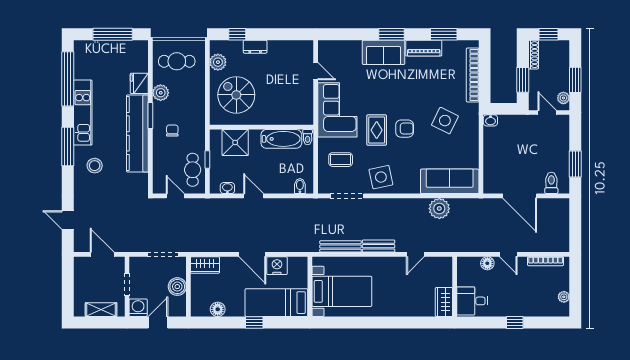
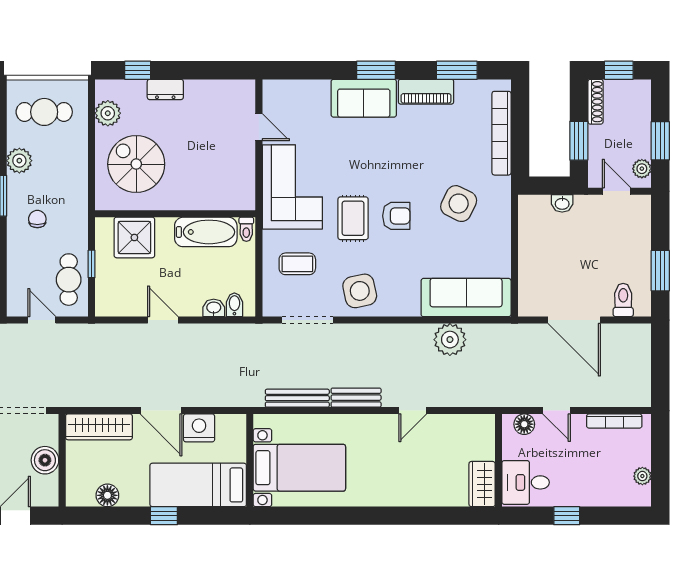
washbasin: (490, 120) -> (562, 203), moved
washbasin: (227, 188) -> (214, 308), moved
wardrobe: (205, 265) -> (99, 427), width x1.50
wall: (455, 287) -> (499, 460), moved
desk: (472, 301) -> (526, 482), moved
wardrobe: (444, 302) -> (482, 484), moved

